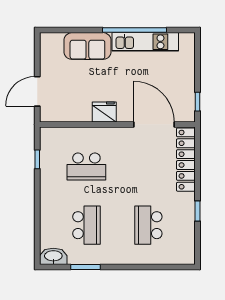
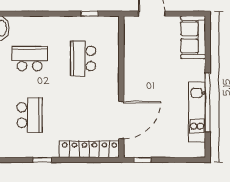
sofa: (87, 46) -> (193, 37), moved
fridge: (104, 112) -> (133, 75), removed
school desk: (86, 225) -> (30, 58), turned 180
school desk: (148, 225) -> (30, 115), turned 90

